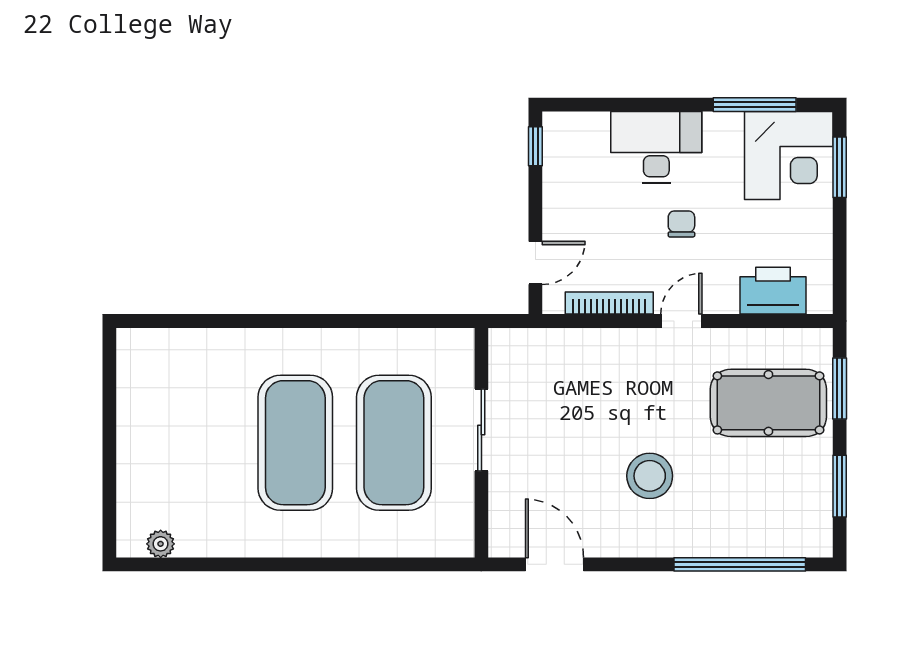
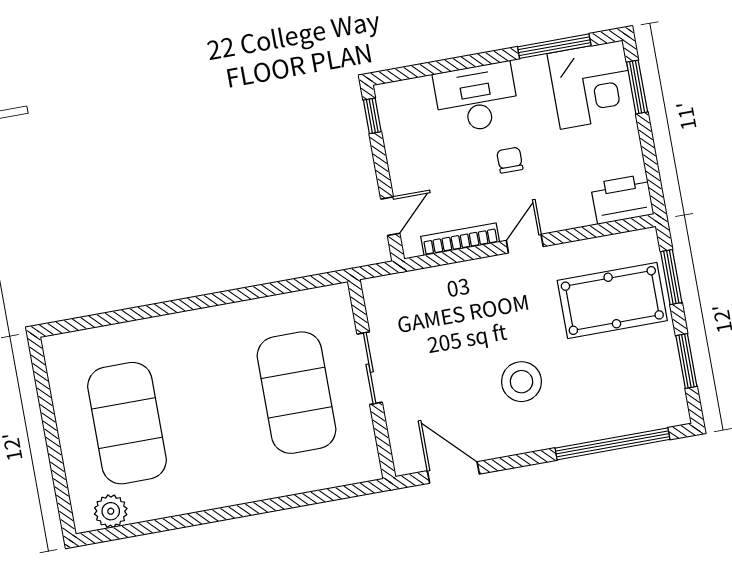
printer: (773, 291) -> (622, 199), moved
exercise mat: (295, 443) -> (127, 423), moved
plant: (161, 544) -> (111, 511), width x1.38, depth x1.38

